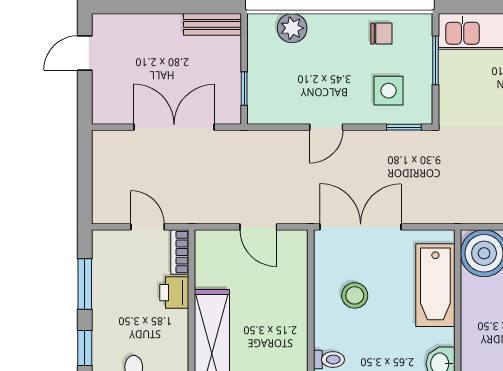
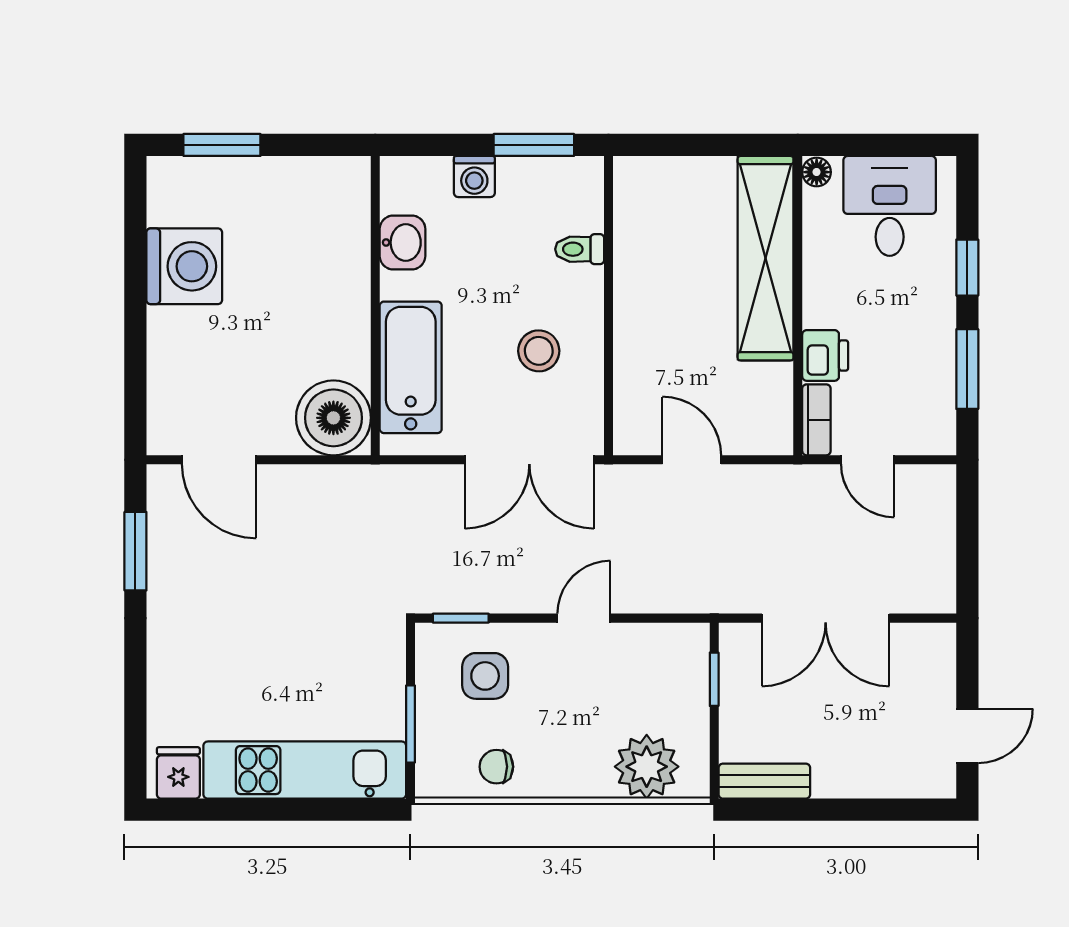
plant: (292, 28) -> (647, 767), width x1.36, depth x1.36

